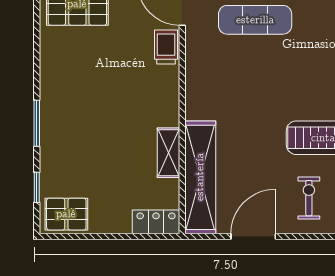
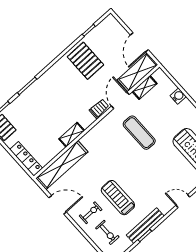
shelving: (169, 153) -> (72, 135), moved
locker: (156, 222) -> (26, 159), width x1.53

